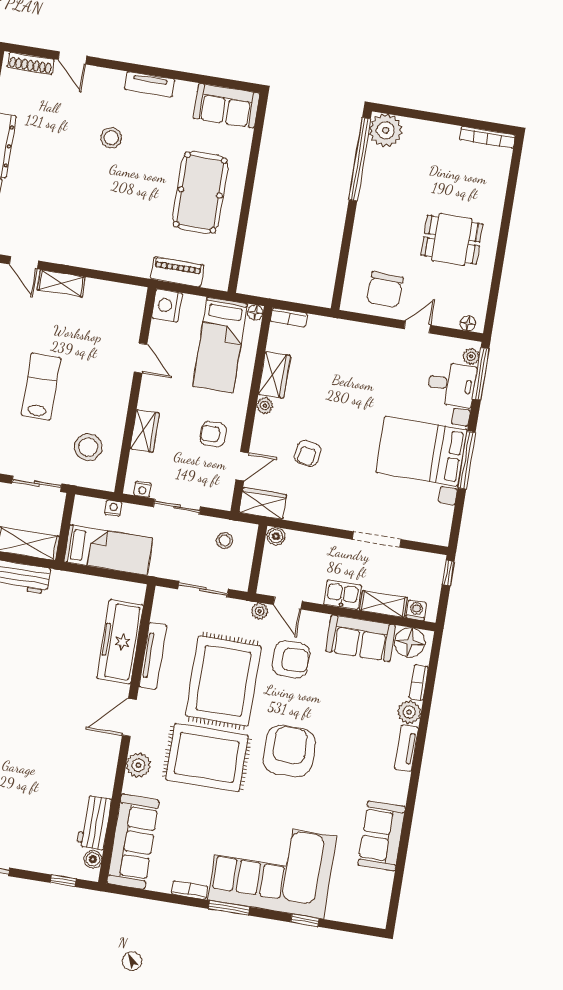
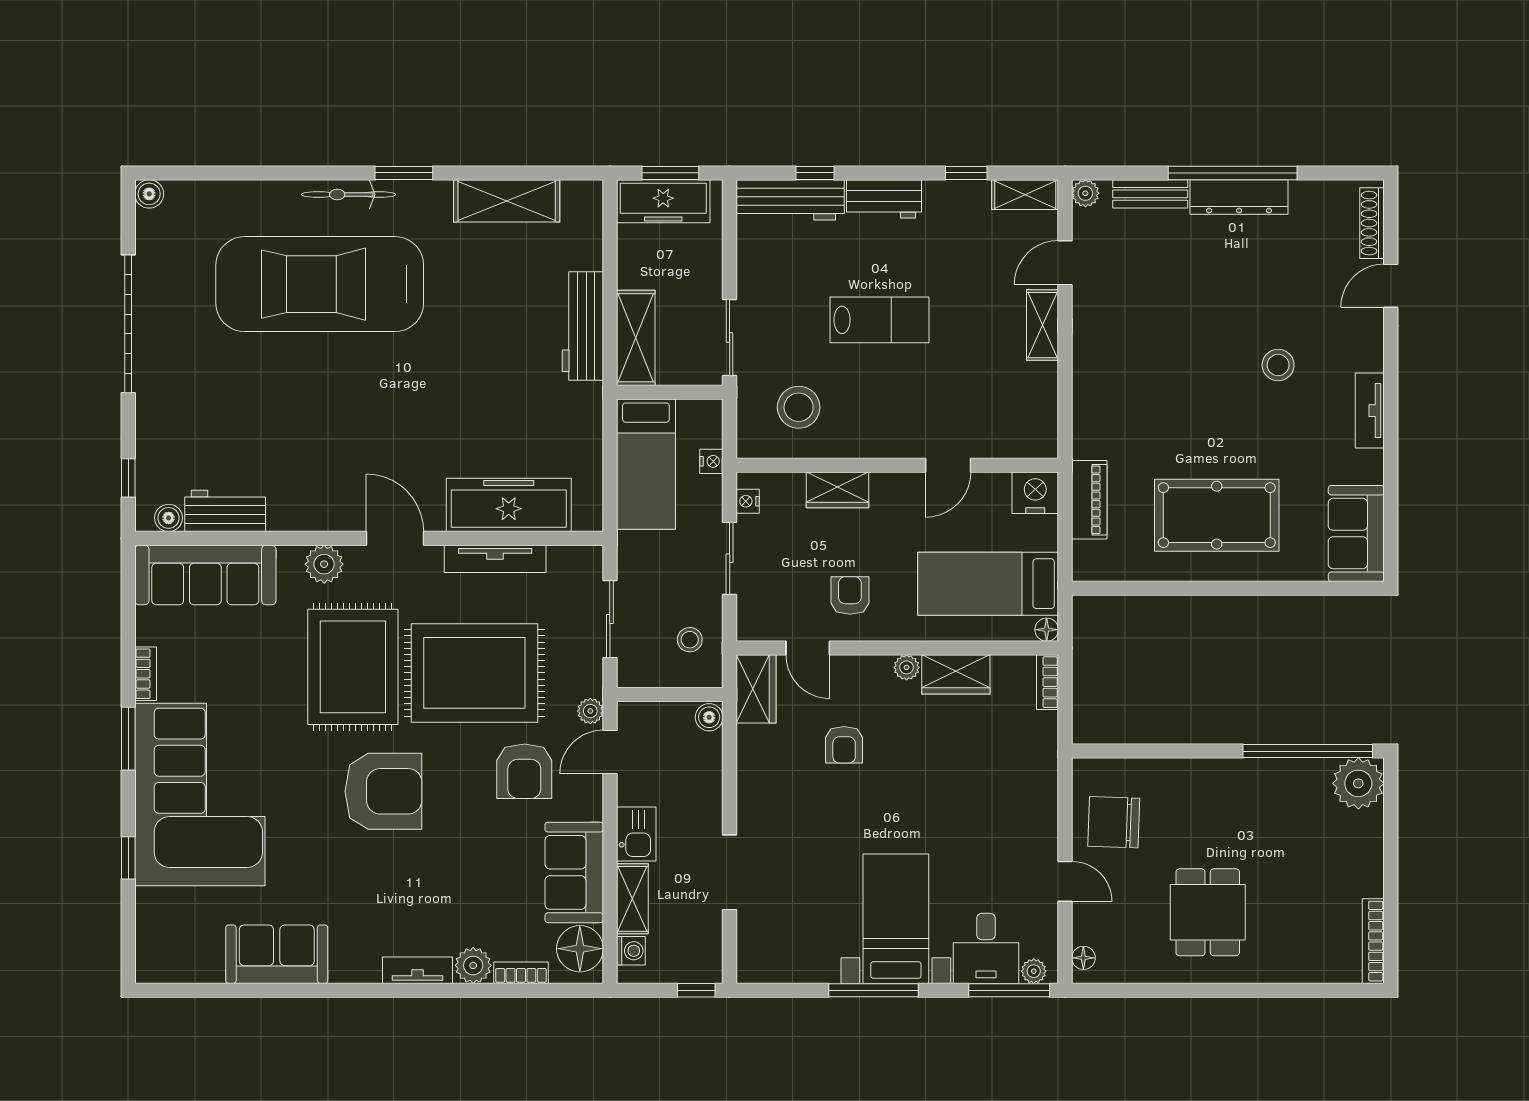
bed with nightstands: (421, 451) -> (896, 919), width x0.73
armchair: (307, 453) -> (844, 745), turned -101

